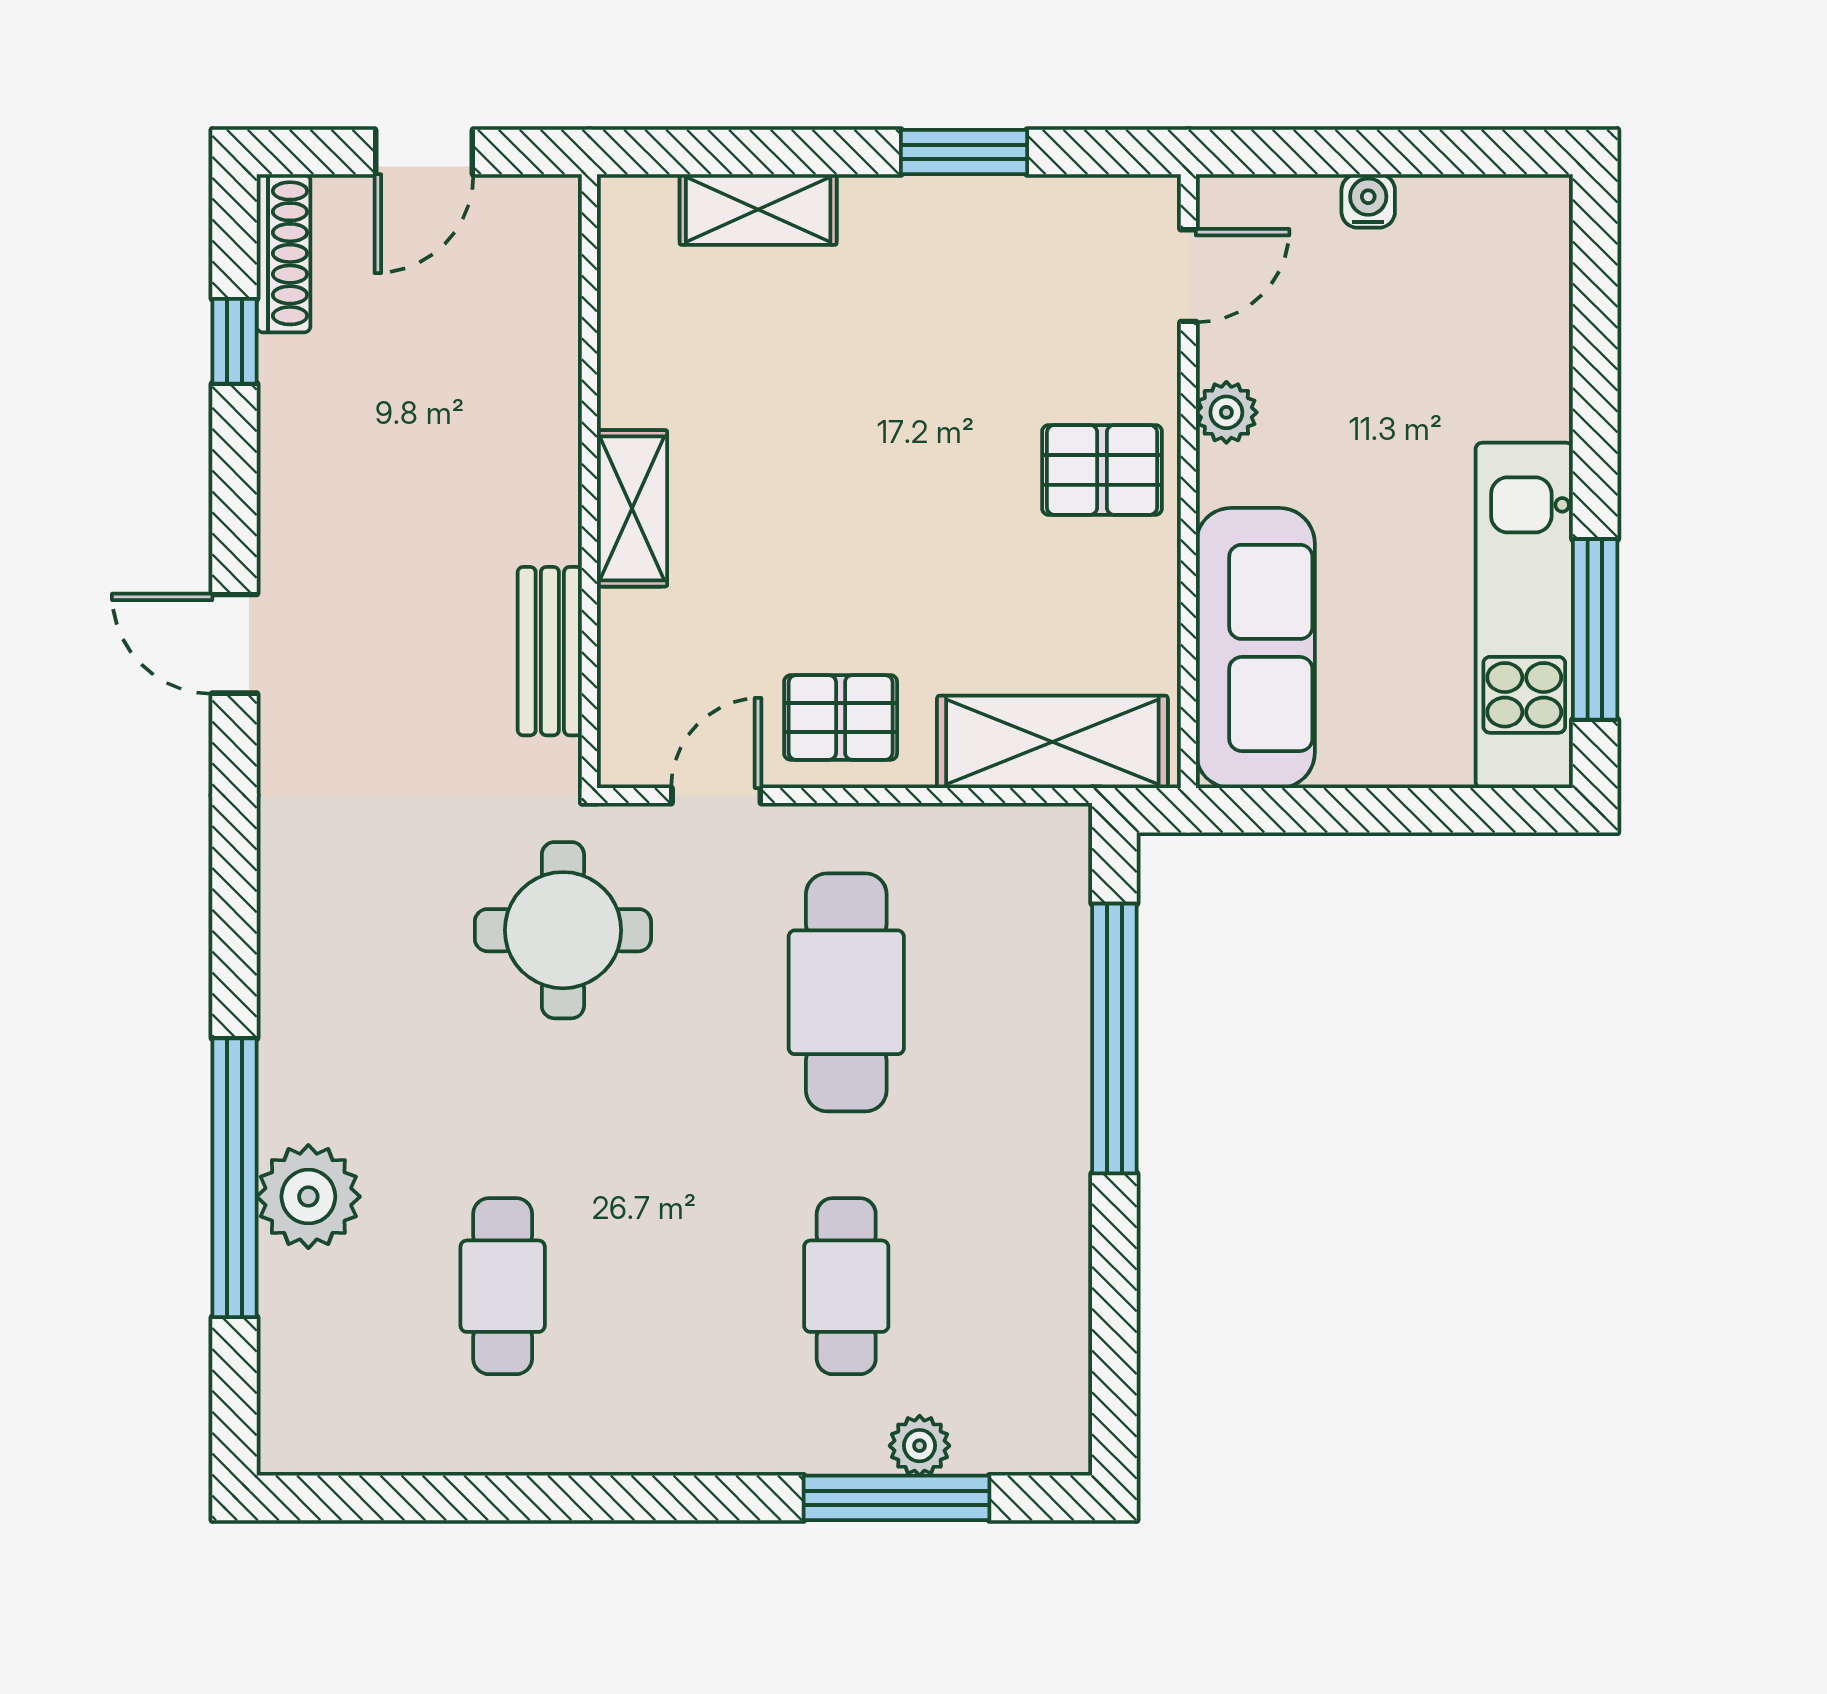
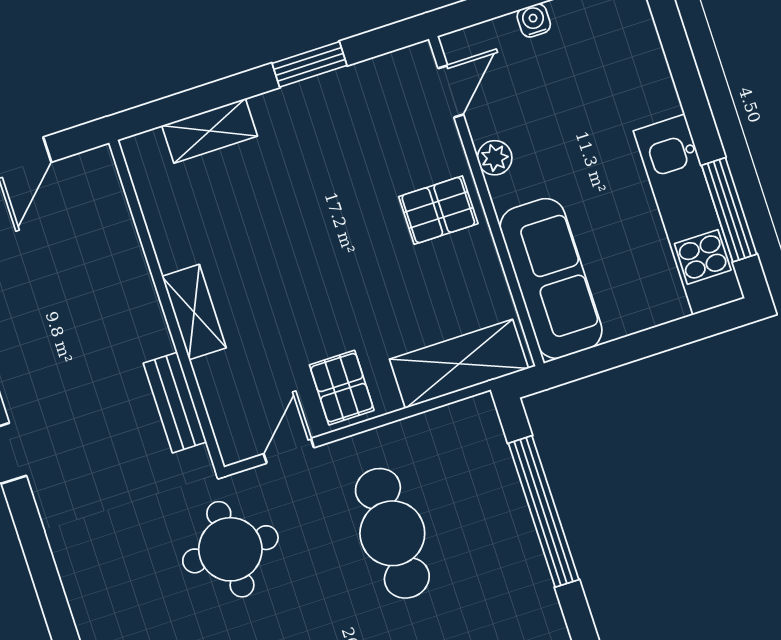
pallet: (841, 717) -> (342, 388), turned 90

